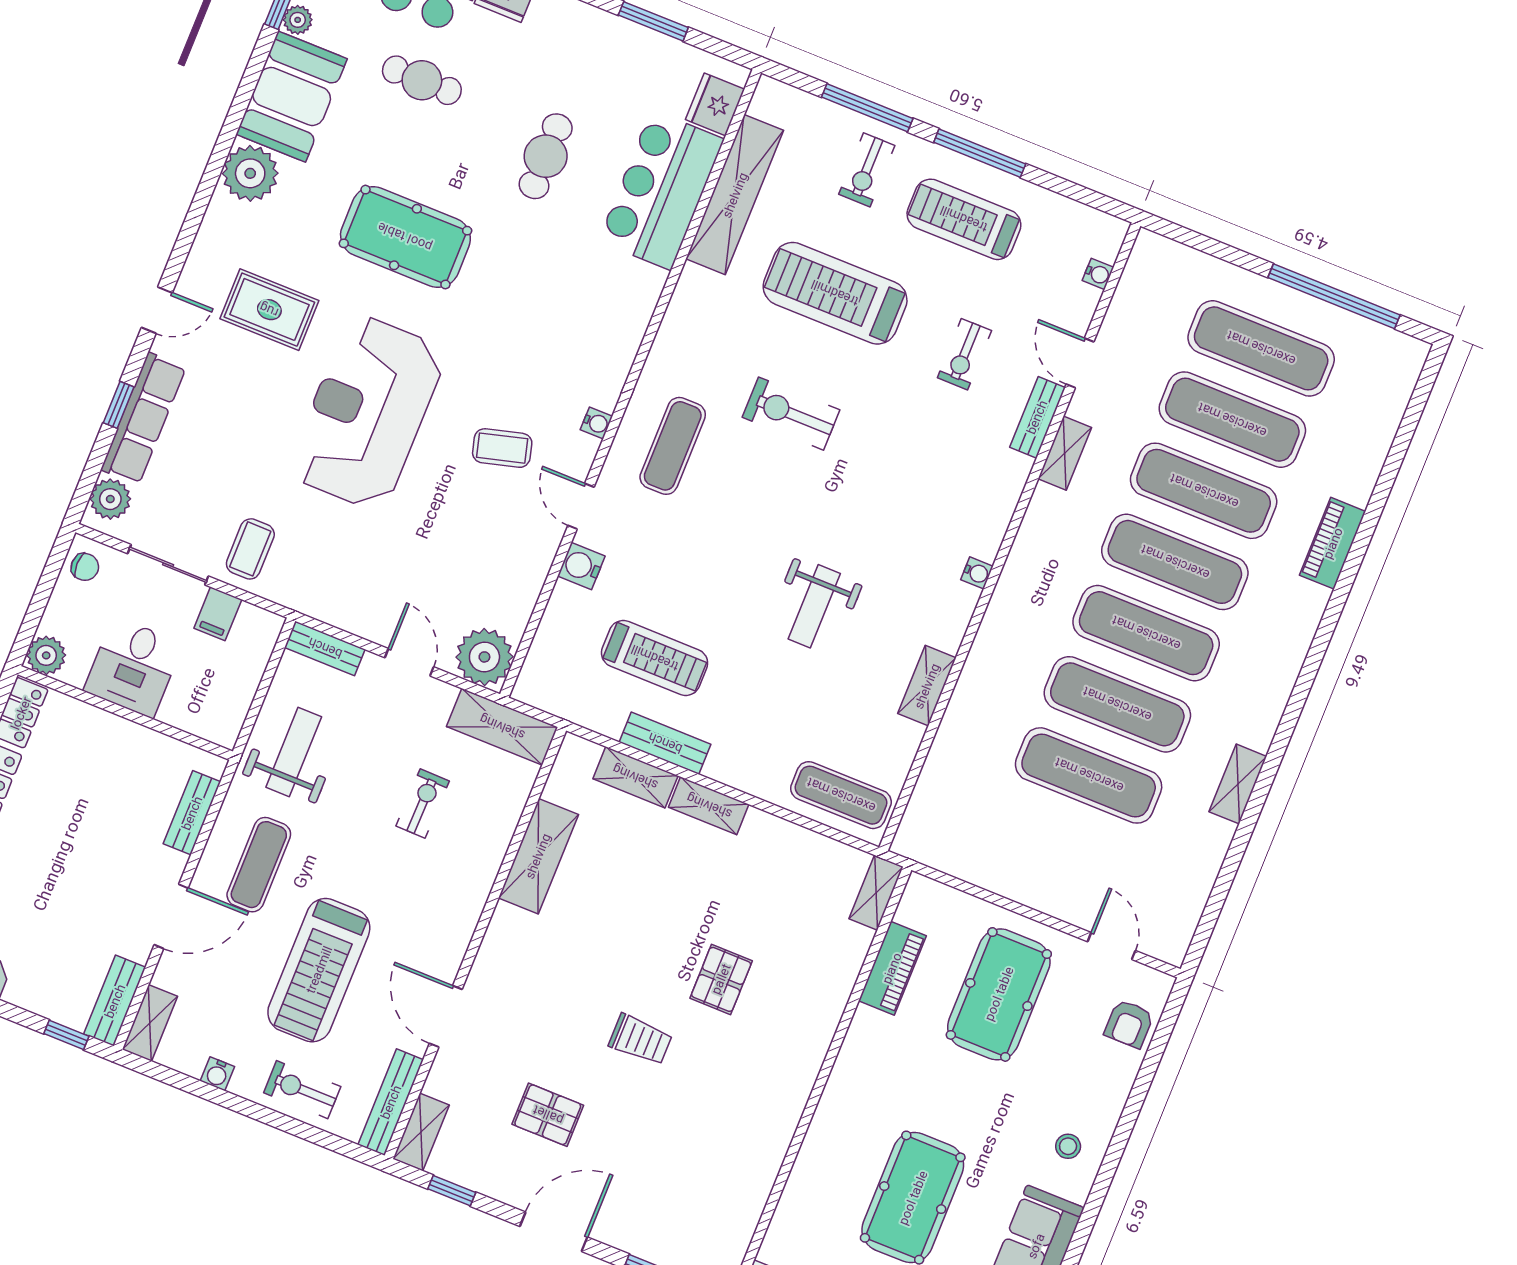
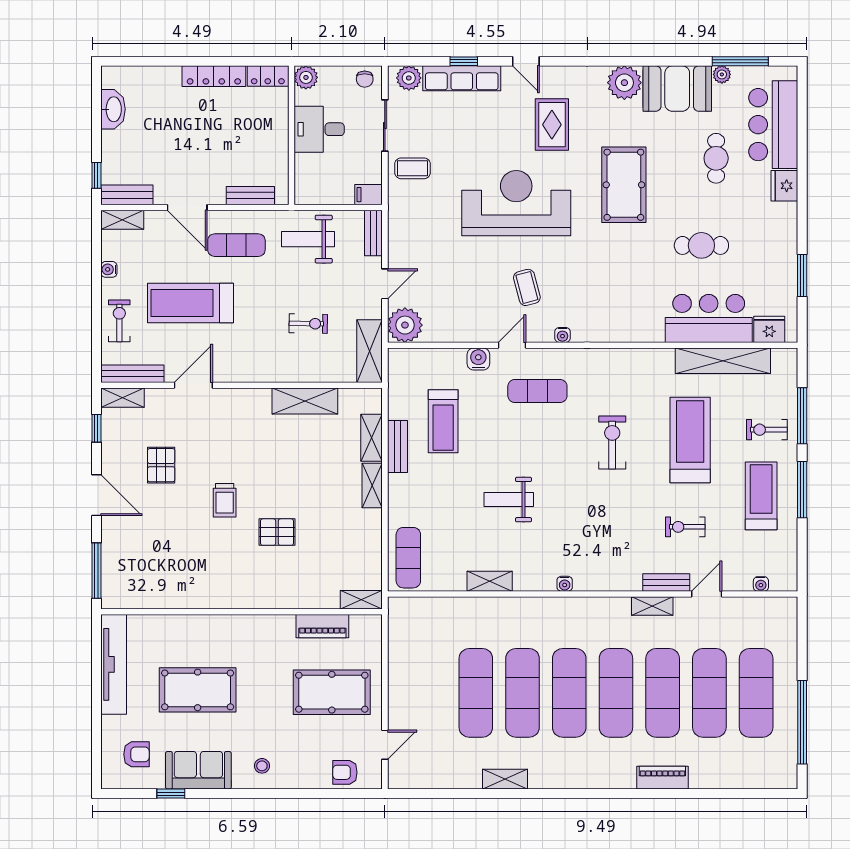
exercise mat: (673, 446) -> (537, 391), moved
filing cabinet: (218, 614) -> (369, 195), moved
weight bench: (294, 752) -> (308, 239), turned 180

